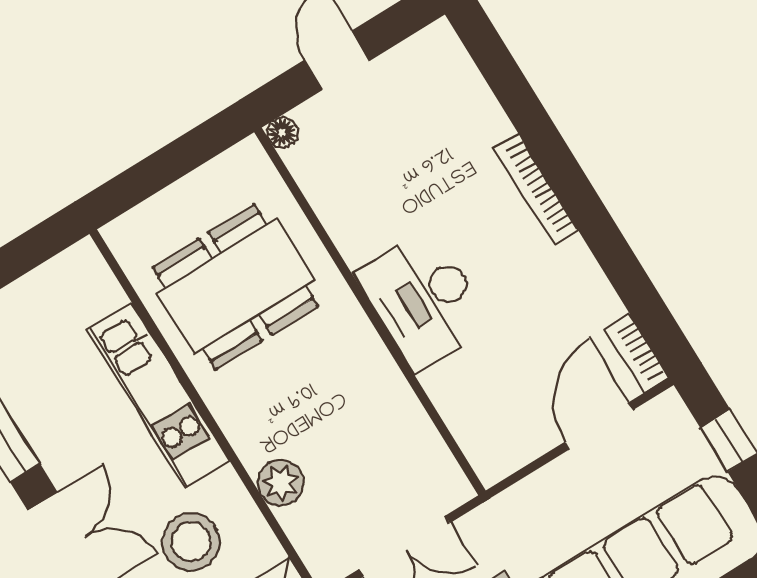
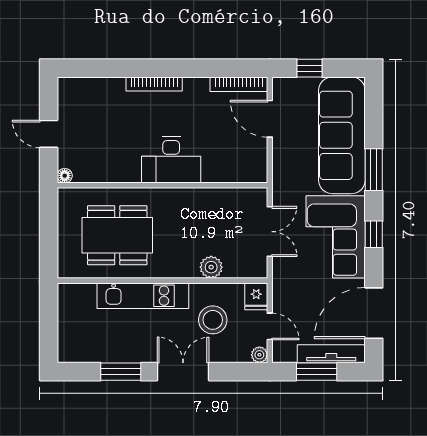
dining table: (235, 287) -> (117, 235), turned 90
bookcase: (637, 353) -> (239, 84), width x1.56

